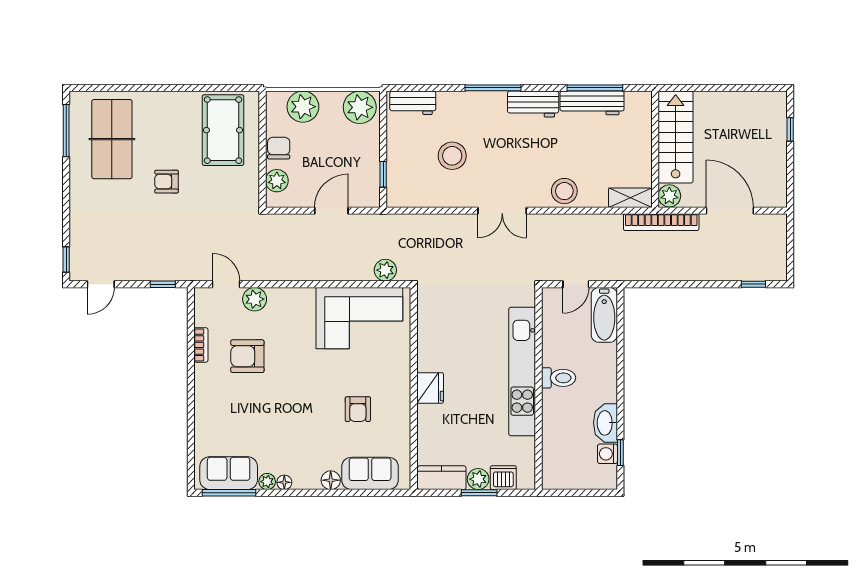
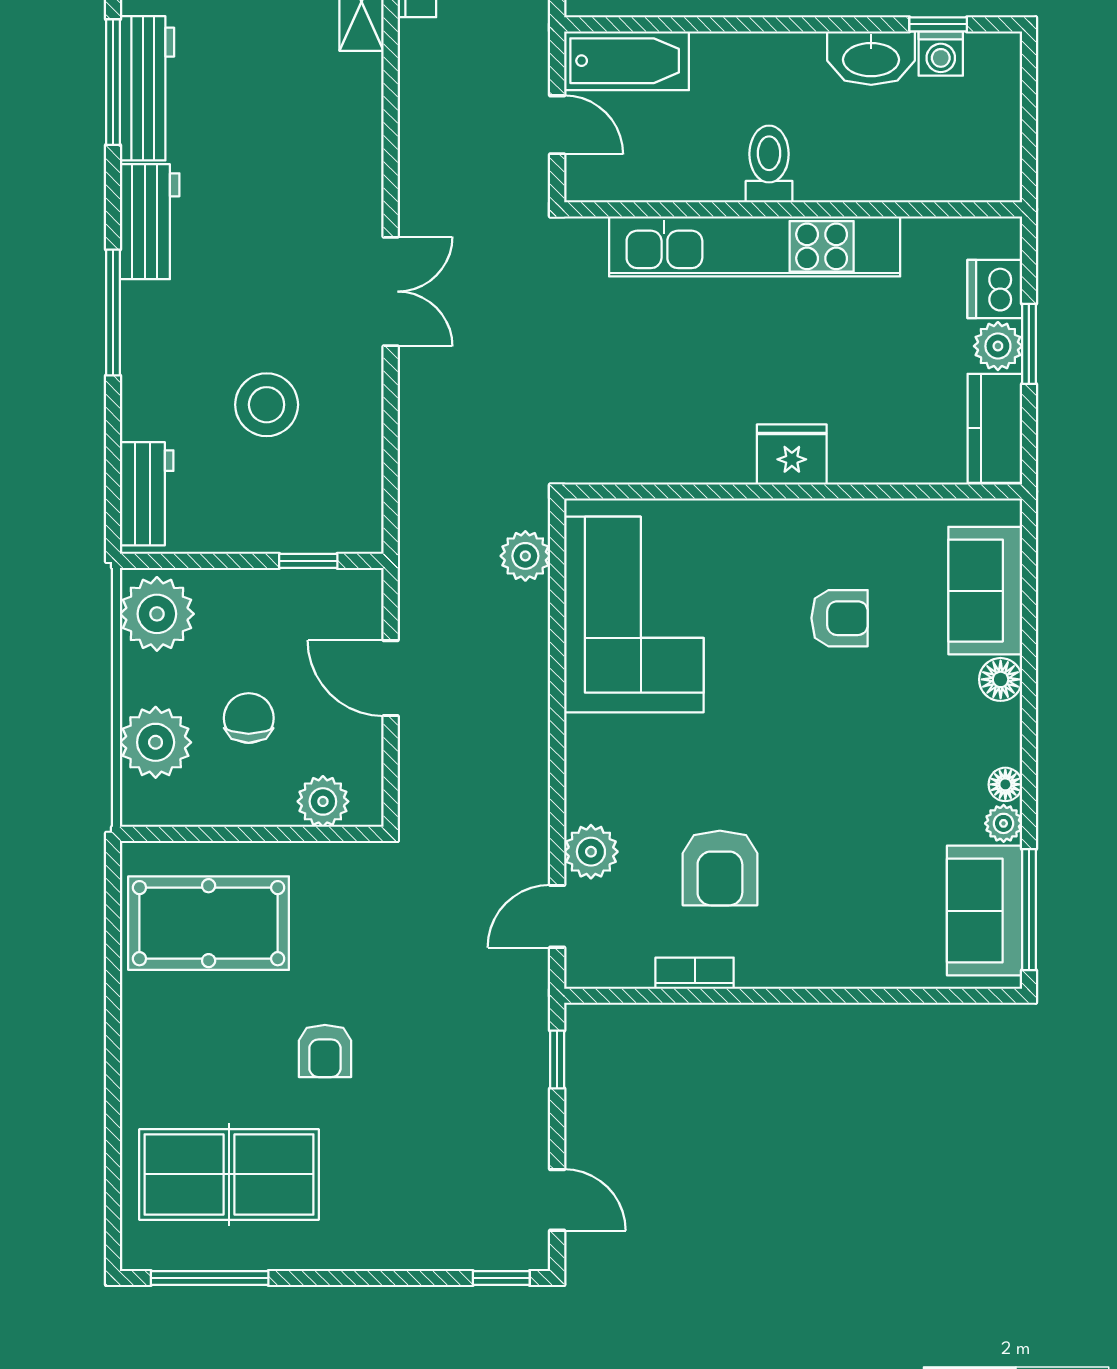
chair: (279, 148) -> (249, 718), moved, turned 90
stool: (564, 191) -> (346, 151), removed

